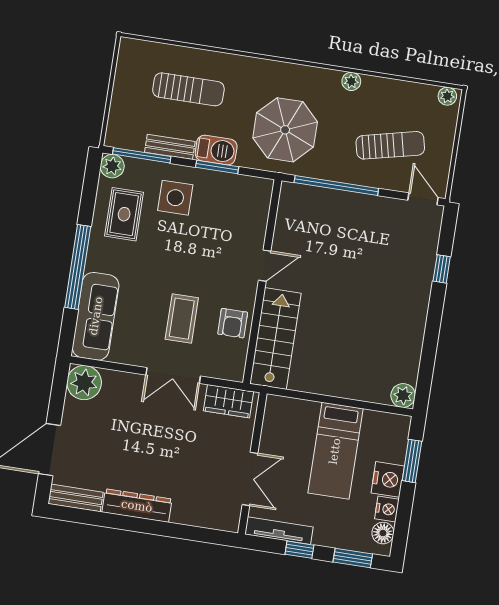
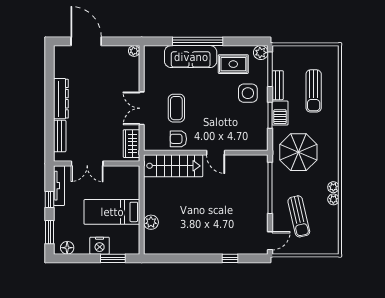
plant: (447, 96) -> (333, 199), moved
sofa: (96, 316) -> (191, 57), moved
coffee table: (182, 319) -> (176, 108), turned 90
plant: (84, 383) -> (134, 51), width x0.53, depth x0.53
plant: (403, 395) -> (151, 222), moved
bench: (76, 498) -> (60, 136), moved
nightstand: (387, 509) -> (82, 248), removed

